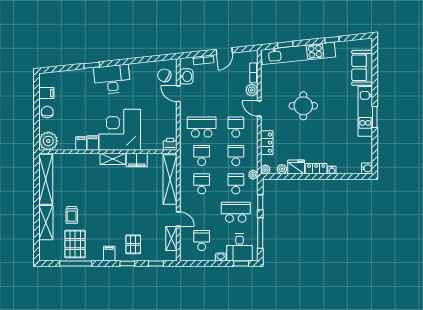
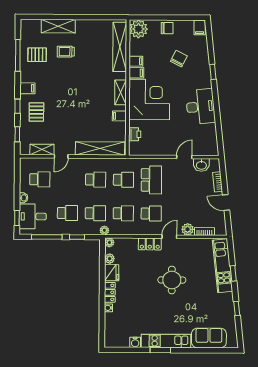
window: (285, 45) -> (233, 273), moved
kitchen unit: (298, 53) -> (223, 266), width x0.73
chair: (164, 75) -> (179, 59), moved
desk: (112, 79) -> (200, 107), moved
filing cabinet: (46, 93) -> (200, 27), moved
locker: (267, 143) -> (150, 244), moved
printer: (170, 144) -> (135, 134), moved
filing cabinet: (137, 160) -> (119, 116), width x0.50
water cooler: (367, 168) -> (135, 342), moved
shelving: (46, 179) -> (120, 47), moved, turned 90
school desk: (236, 212) -> (67, 213), width x0.54
pallet: (75, 244) -> (37, 55), width x0.67, depth x0.71
pallet: (133, 244) -> (36, 112), turned 90

